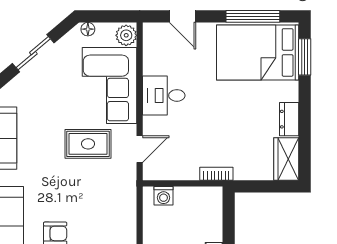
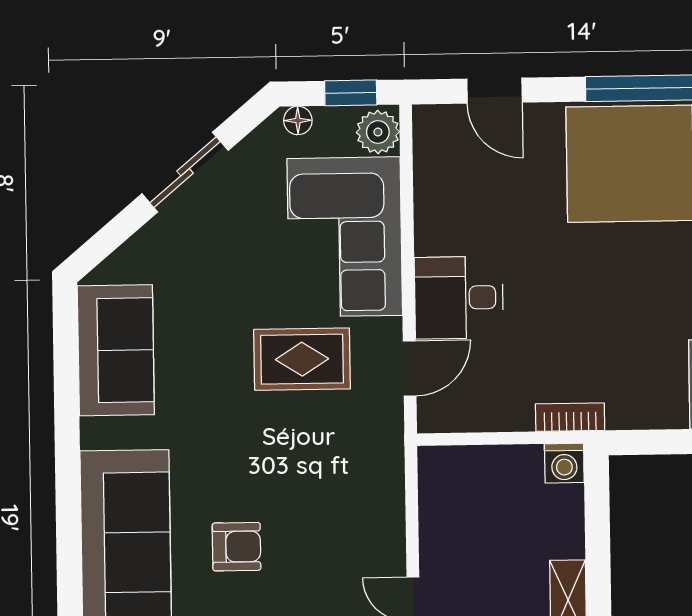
window: (113, 16) -> (351, 93), added
desk: (164, 95) -> (459, 298), moved
washing machine: (164, 196) -> (564, 463), moved

